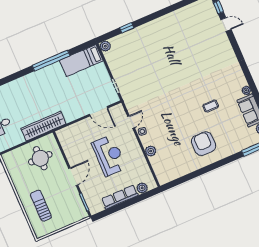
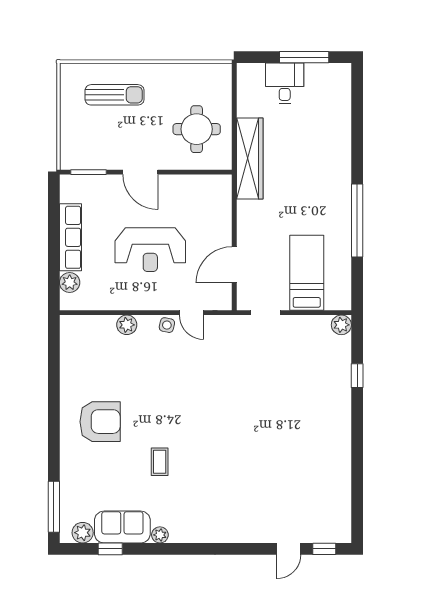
bed: (81, 61) -> (307, 273), moved

